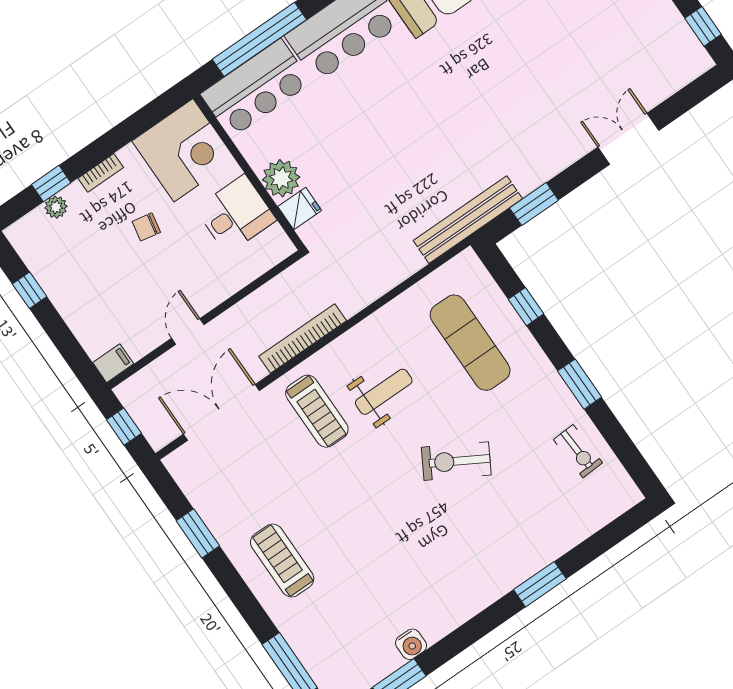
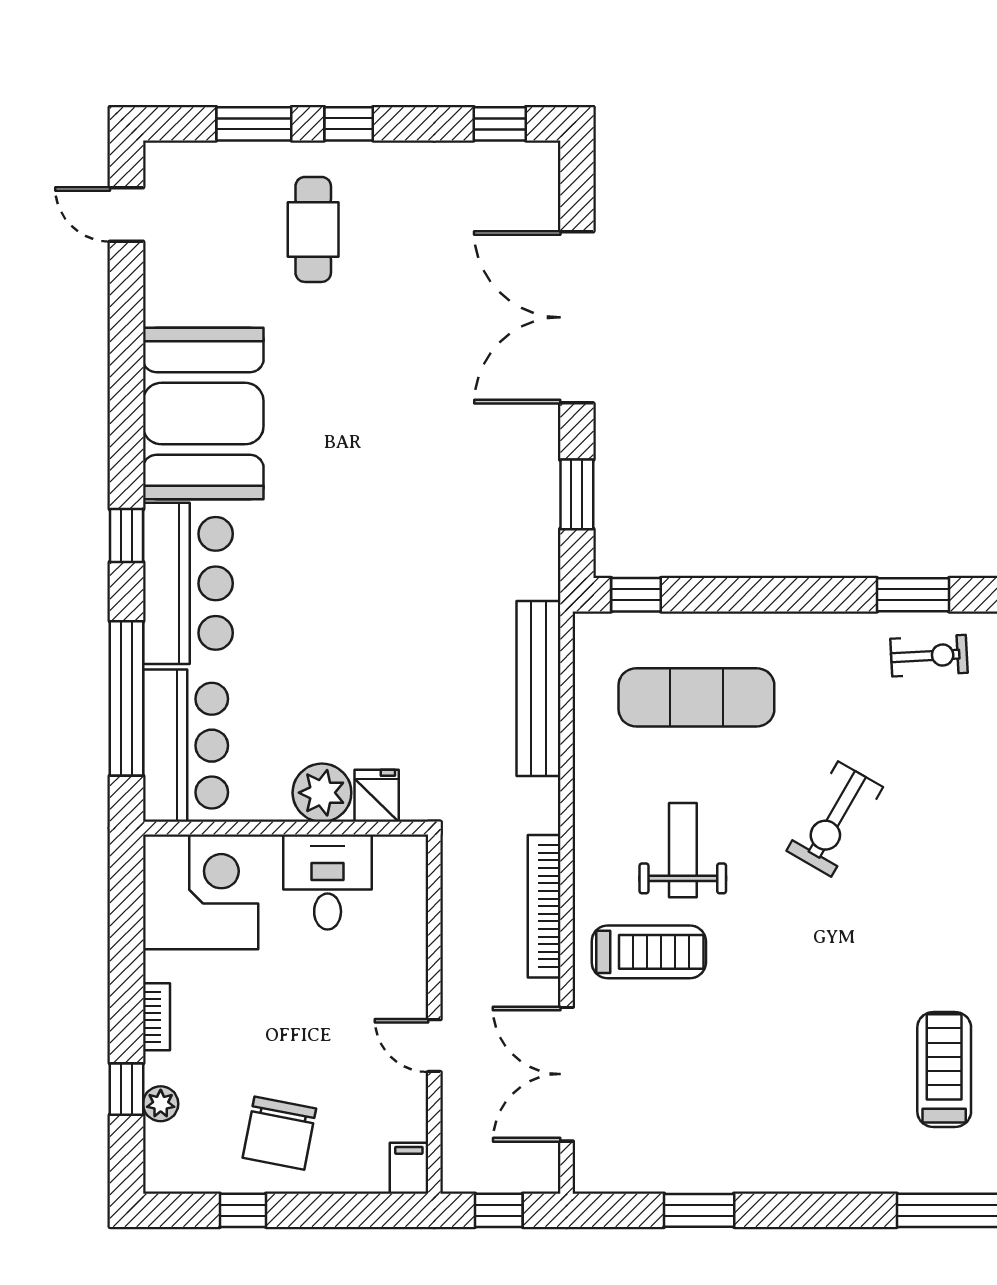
double door: (628, 139) -> (577, 317), width x1.87
bench: (468, 220) -> (538, 689), moved
chair: (146, 227) -> (279, 1133), moved, width x1.87, depth x1.87
window: (526, 307) -> (636, 595), moved
window: (580, 384) -> (913, 595), moved
treadmill: (282, 561) -> (944, 1070), moved, turned 90

